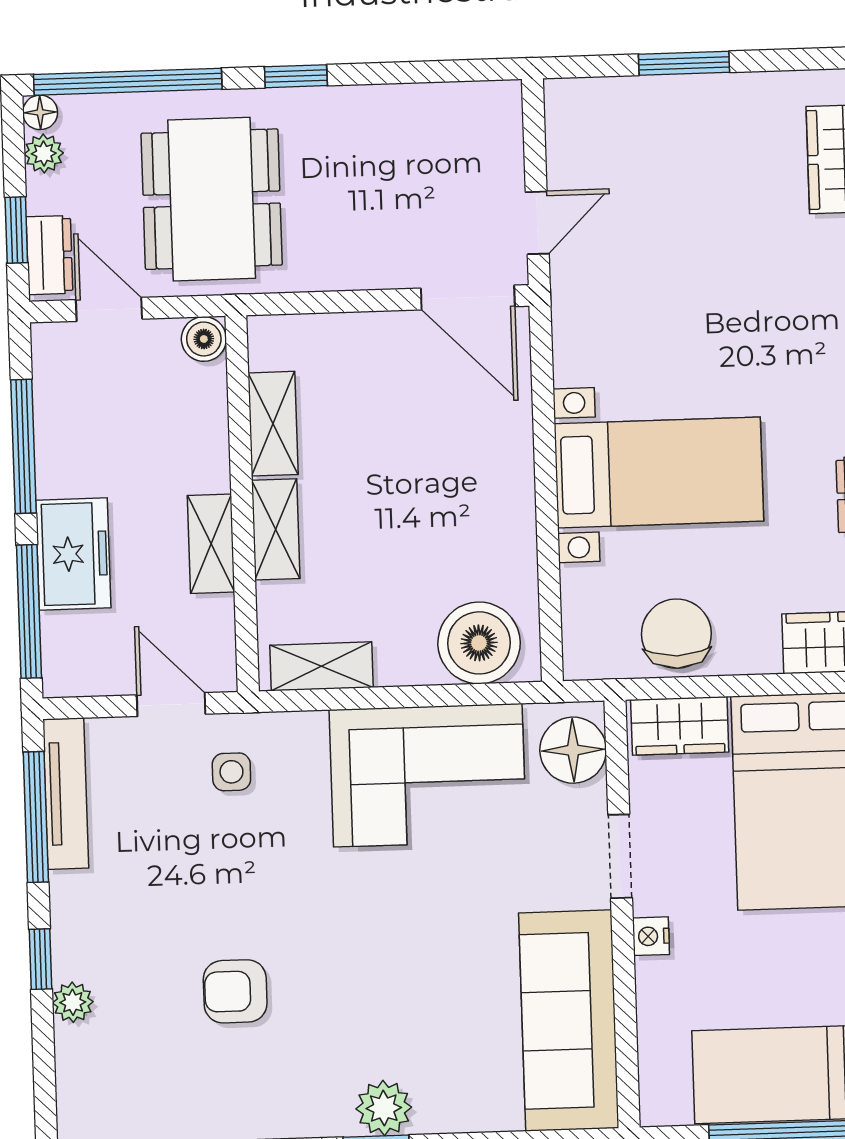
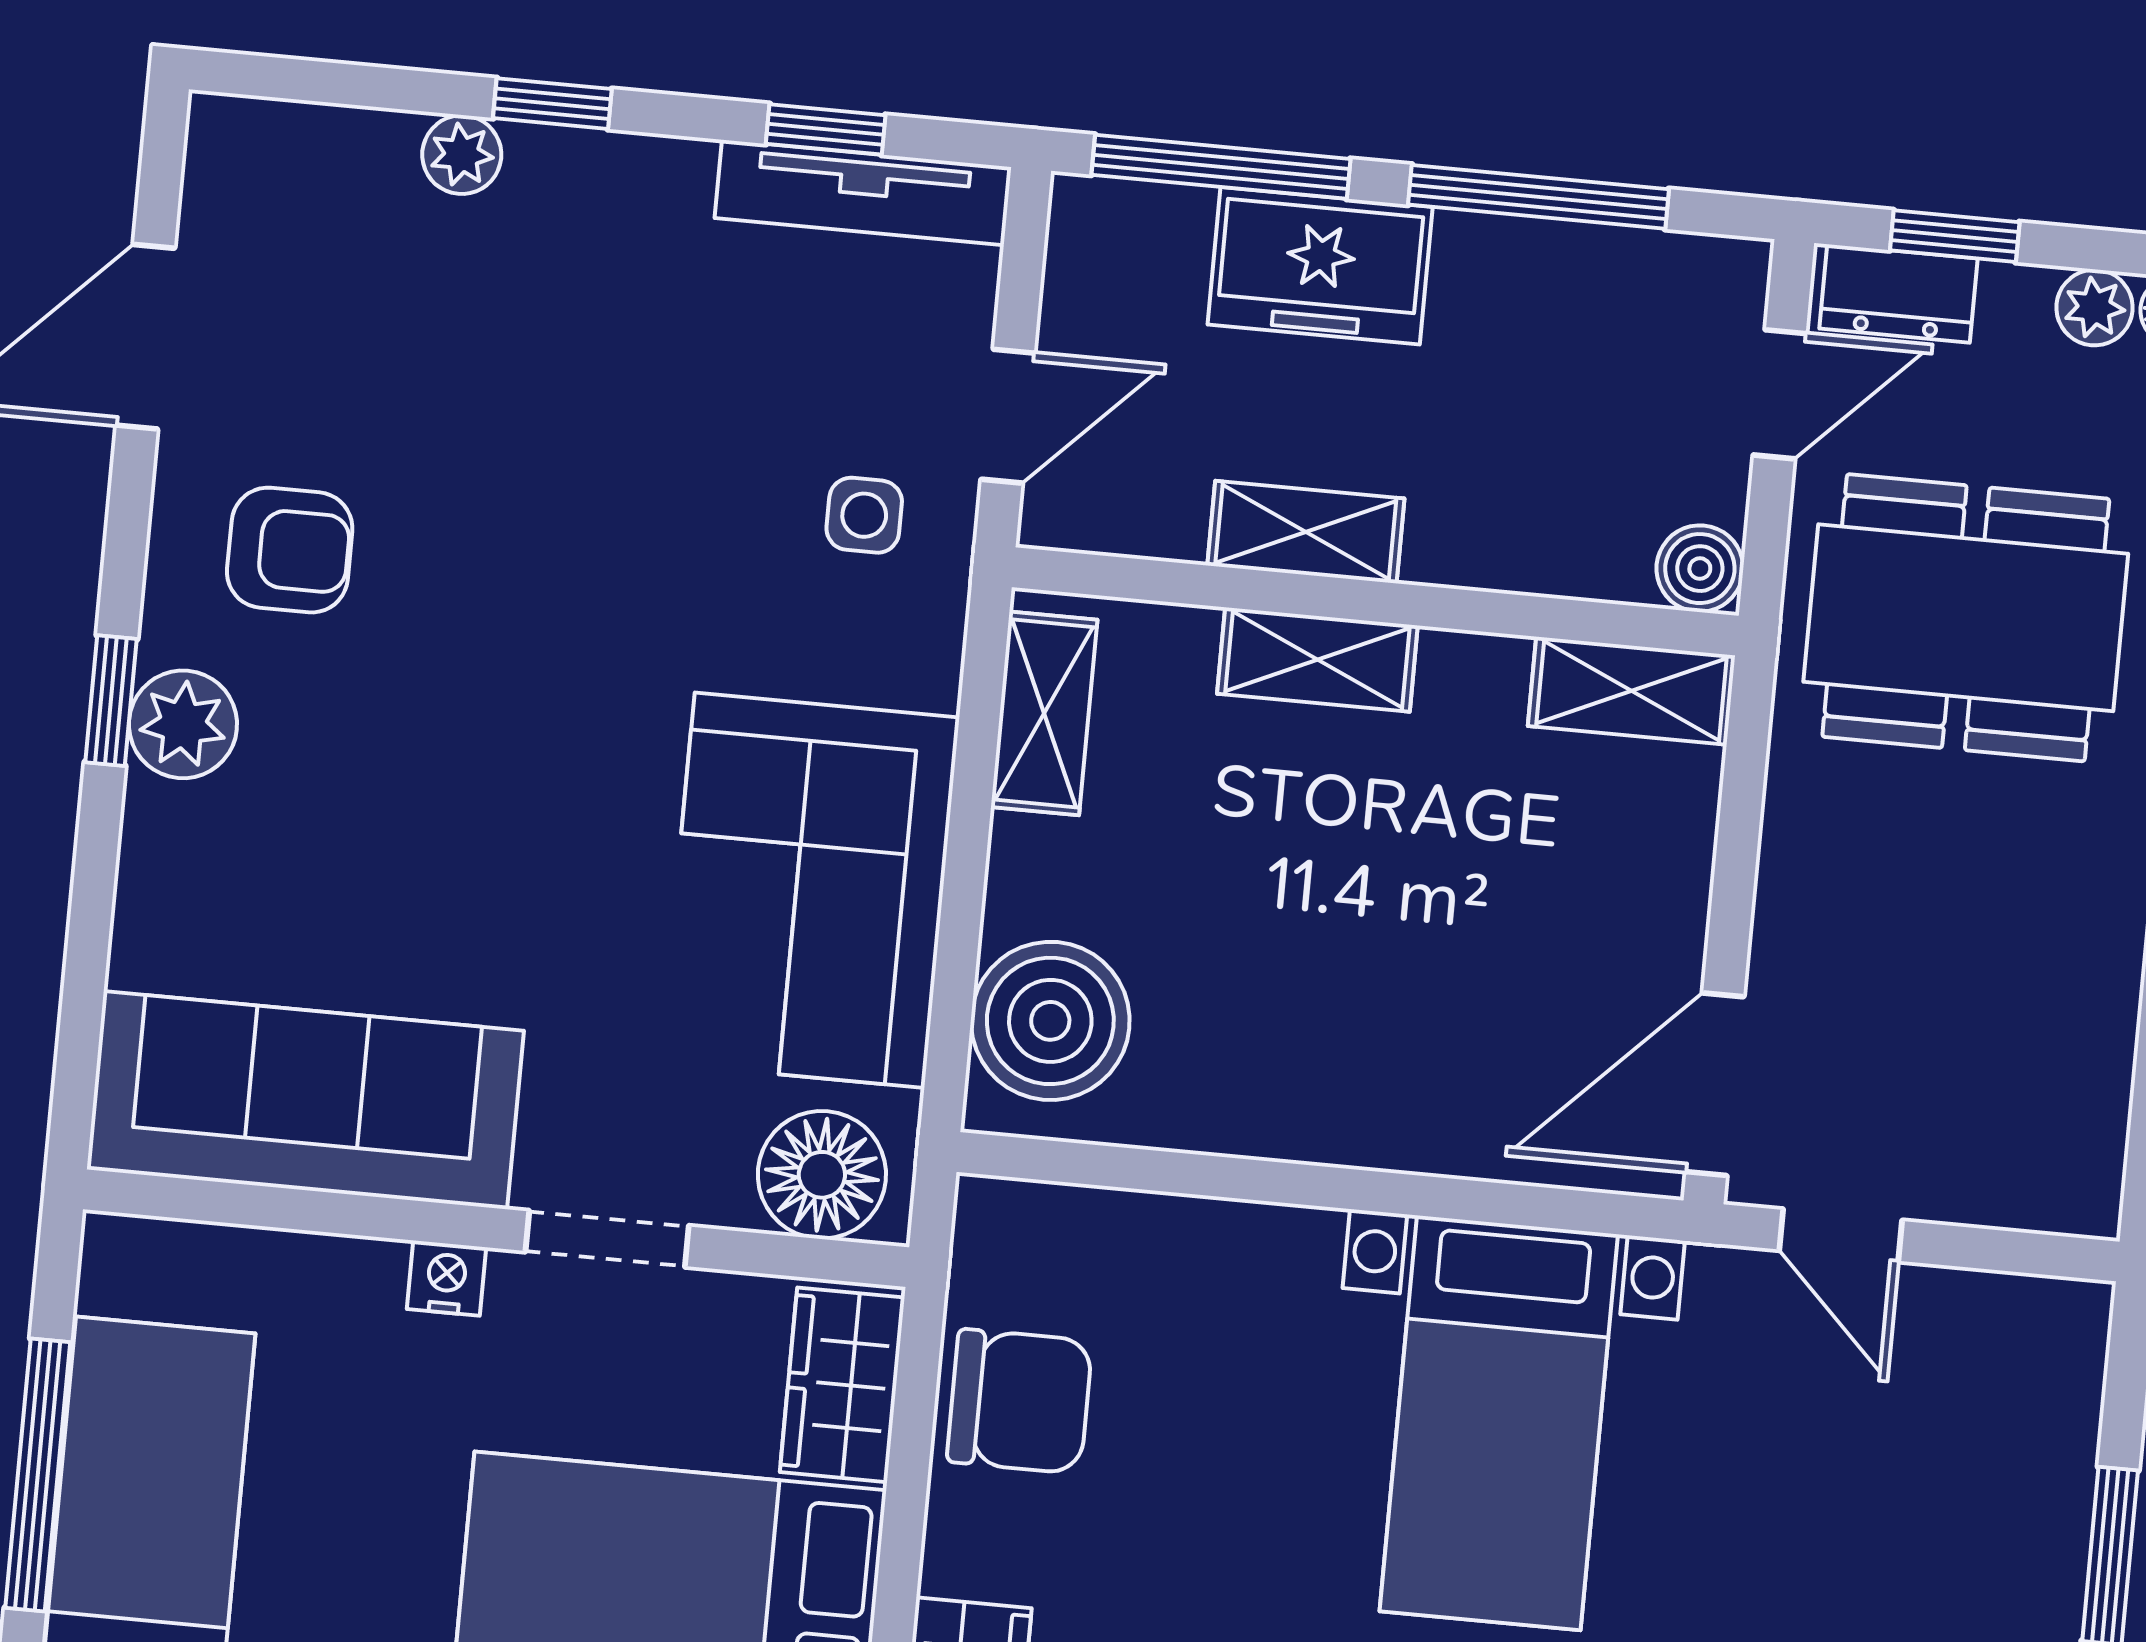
shelving: (273, 424) -> (1632, 691), moved
bed with nightstands: (659, 472) -> (1499, 1423), moved
window: (36, 817) -> (826, 129), width x0.46
armchair: (235, 991) -> (290, 550), moved, turned 90

